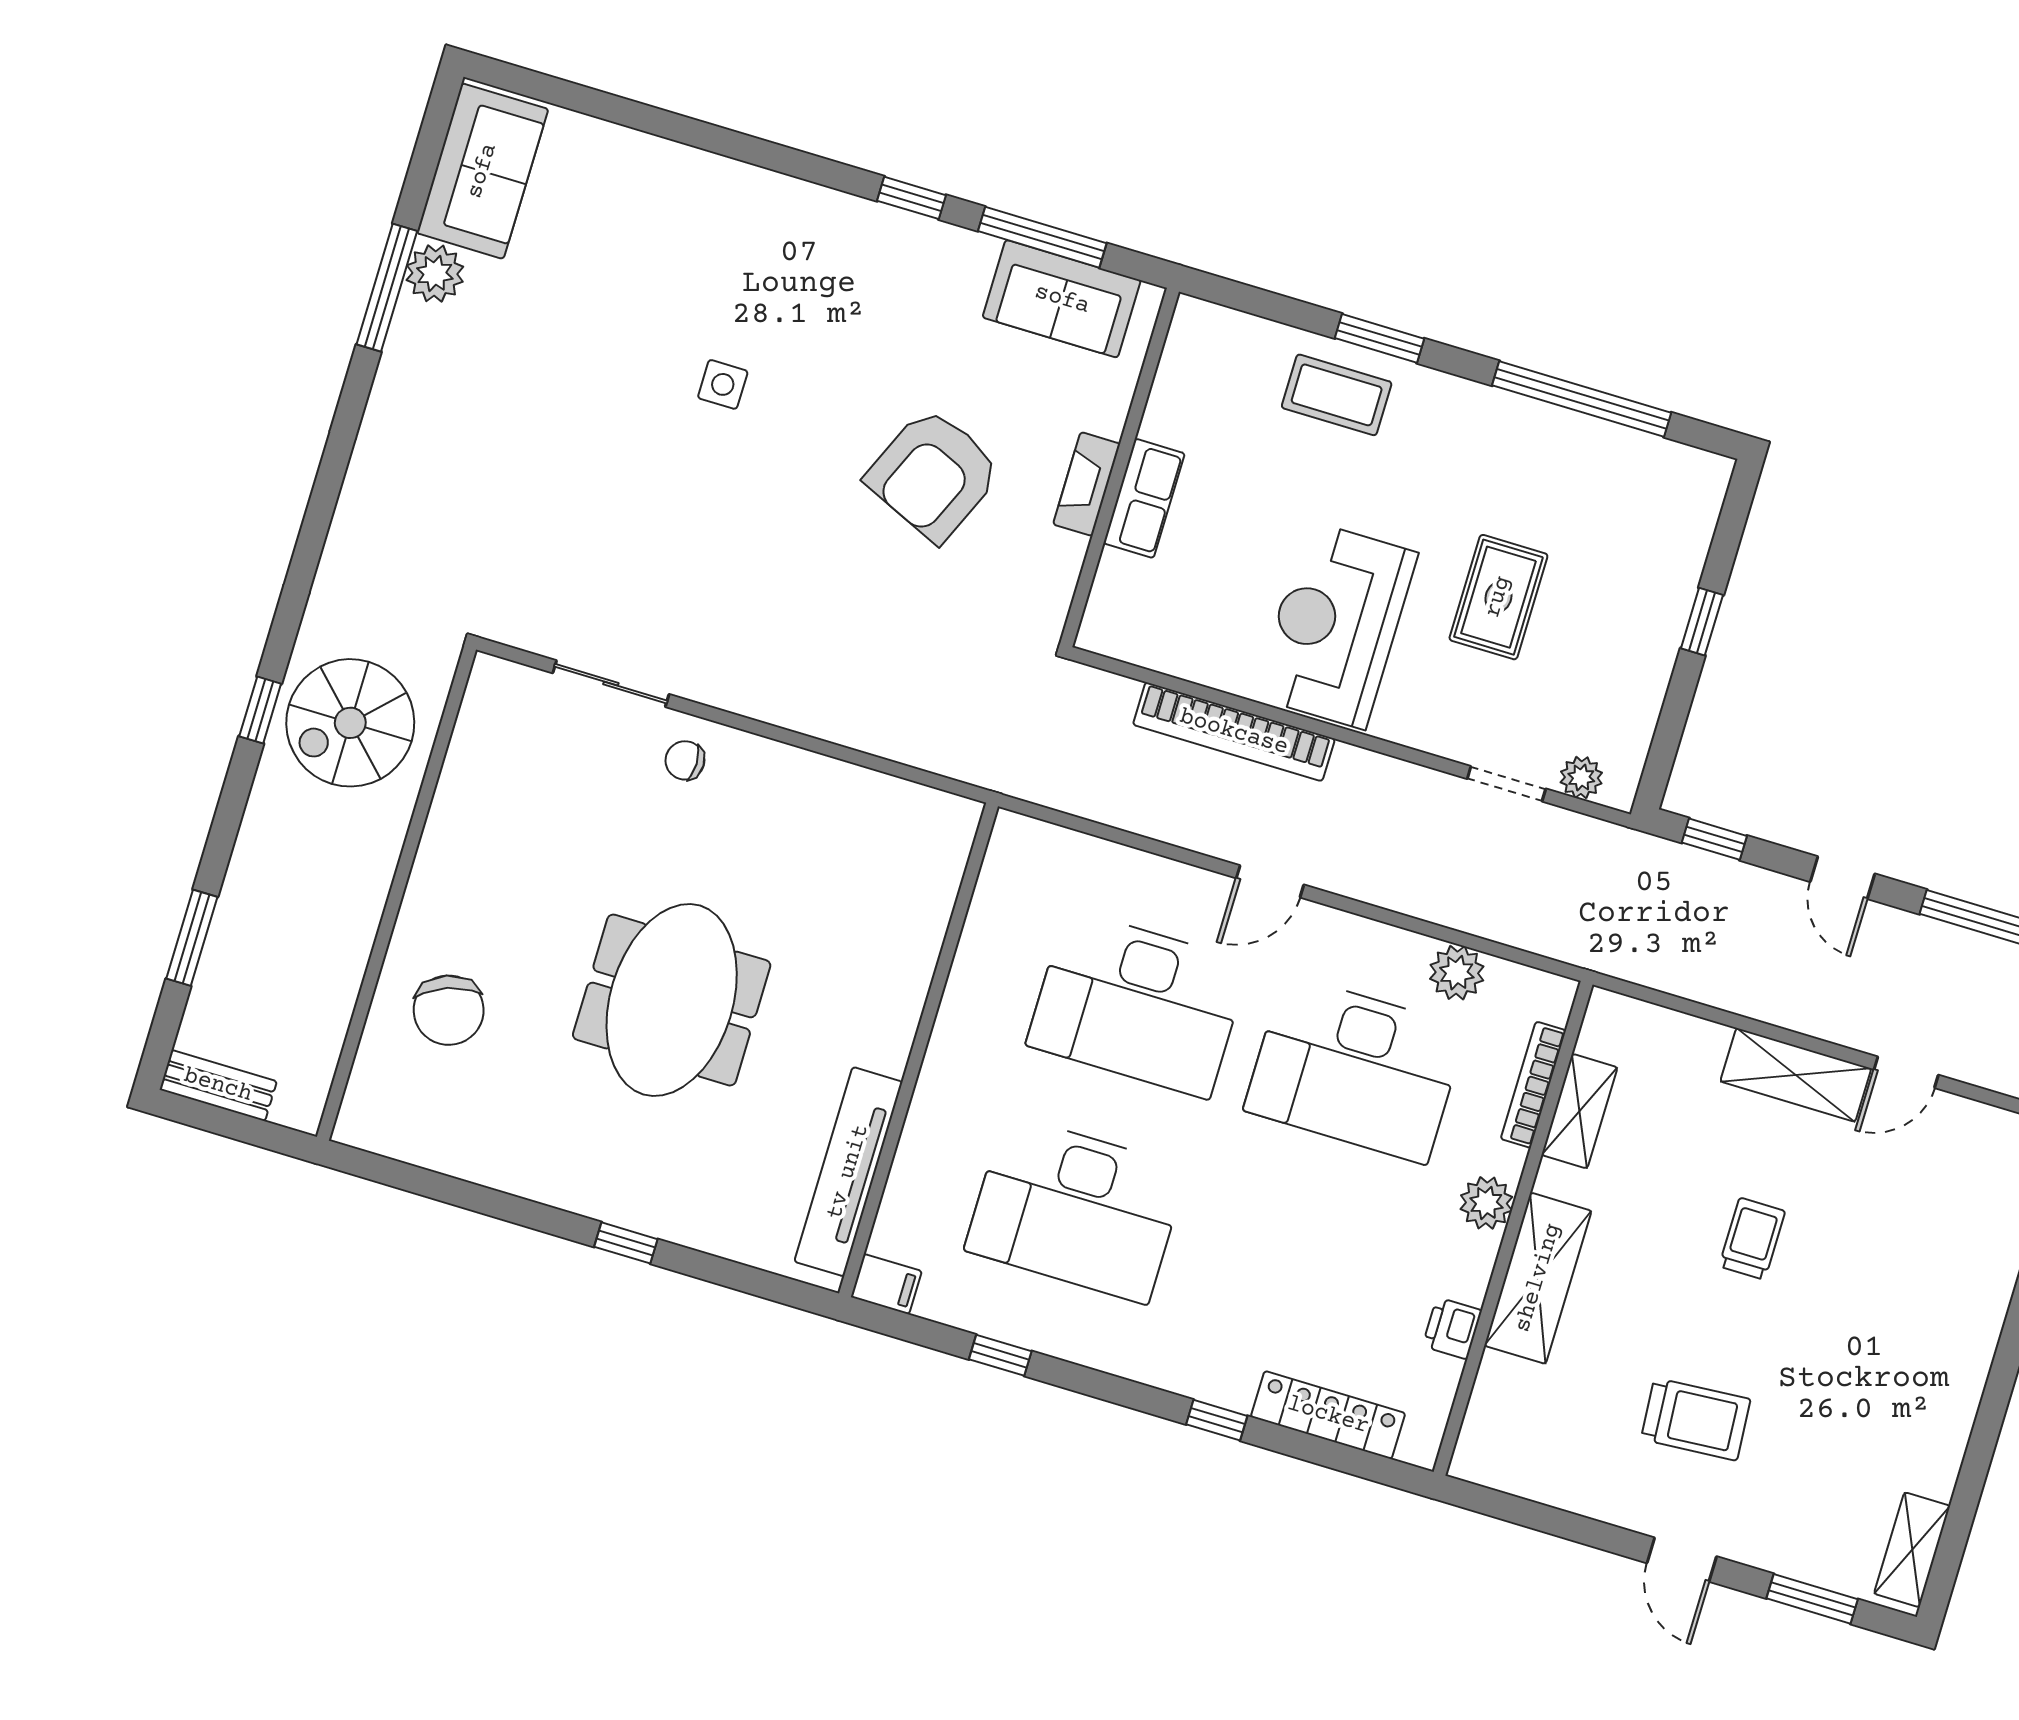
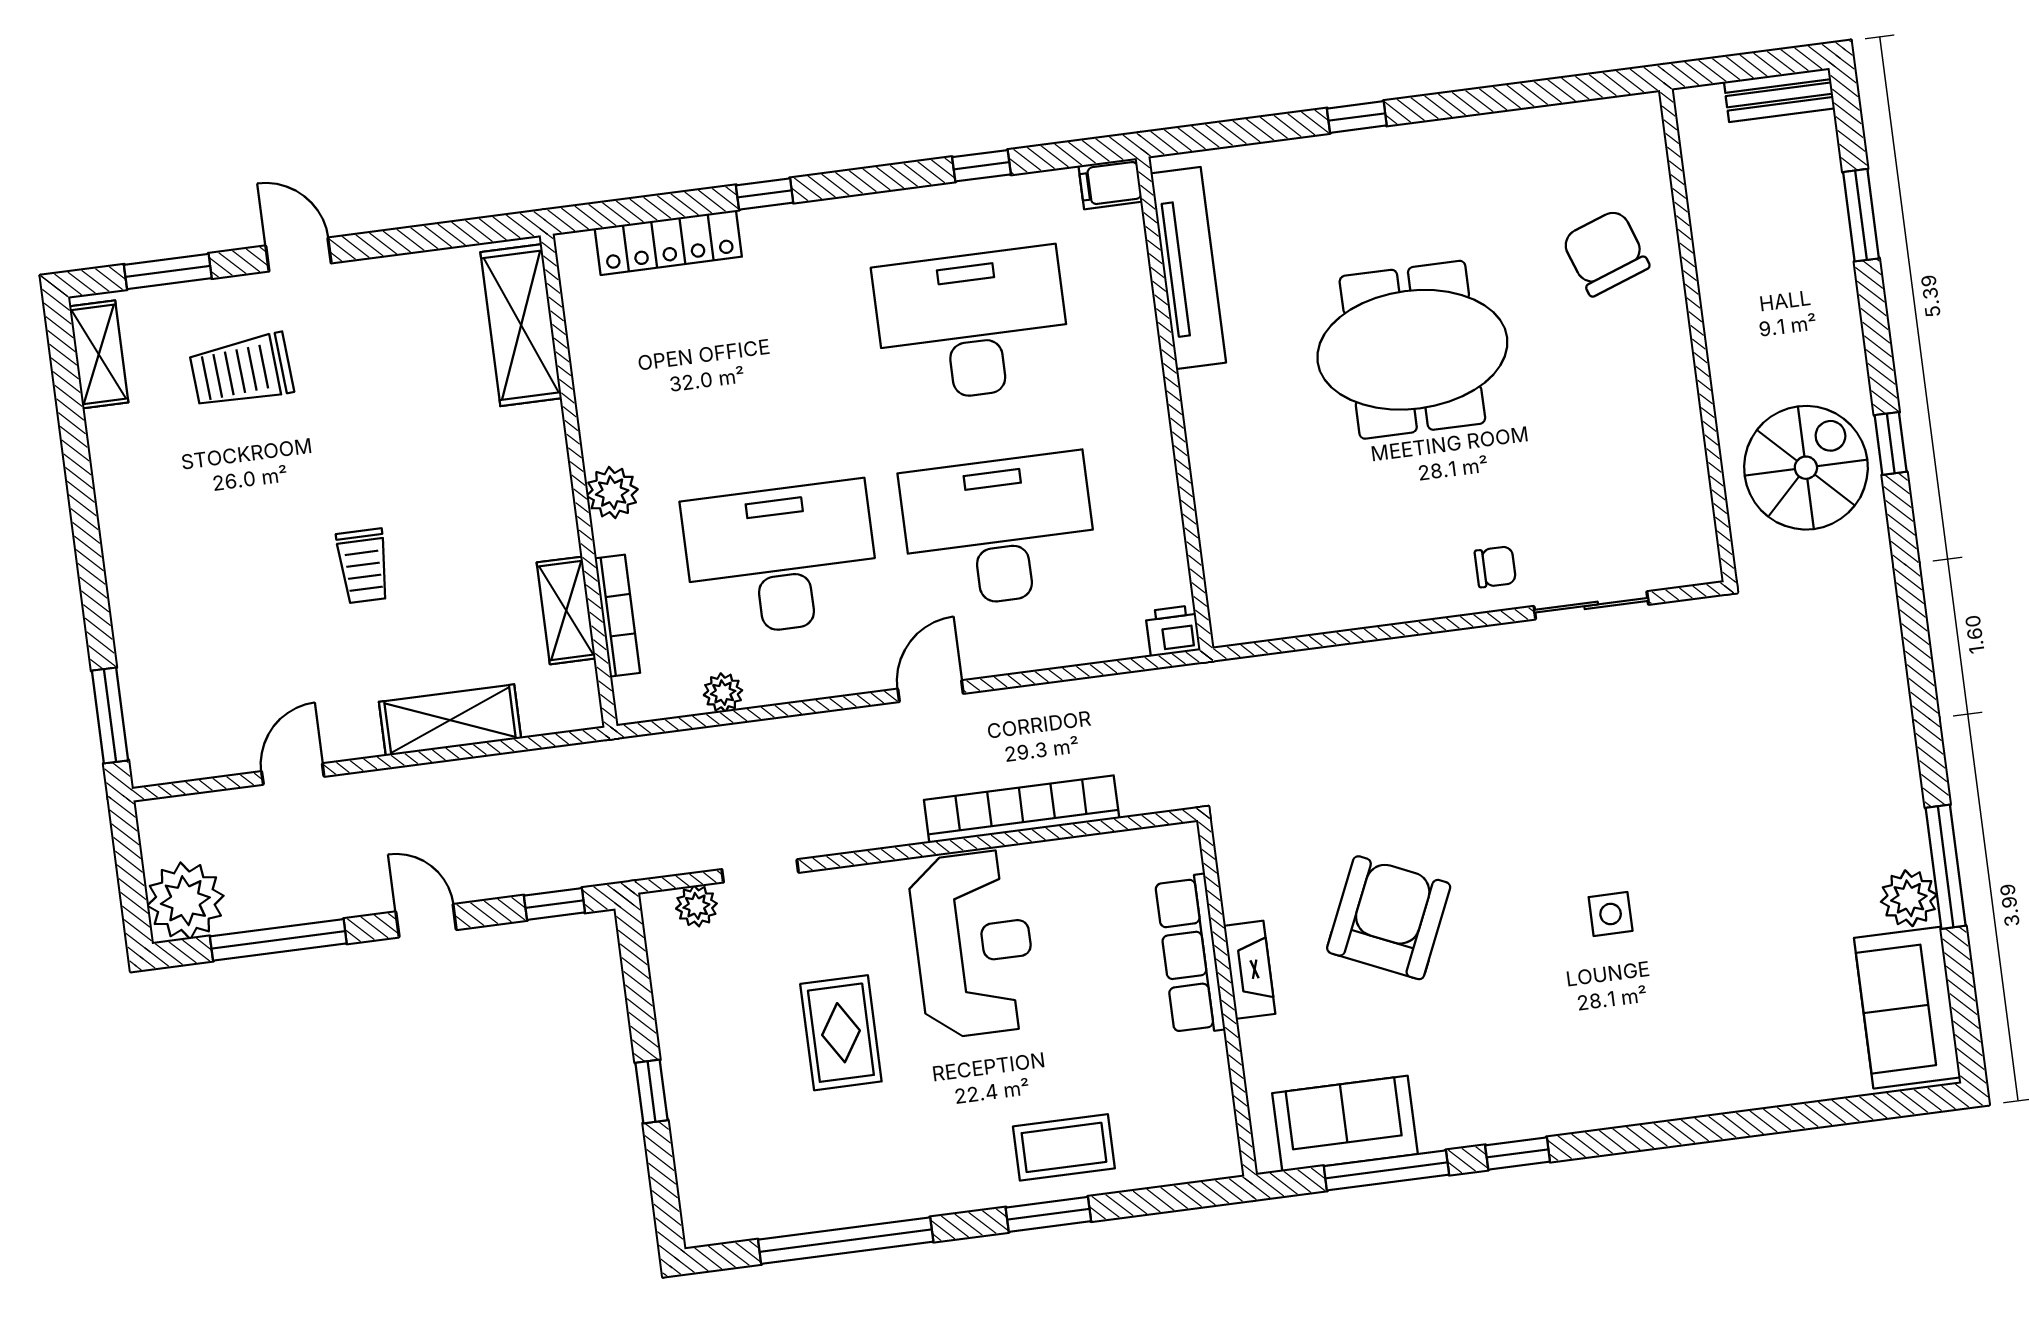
row of seats: (1144, 498) -> (1190, 955), width x1.48
plant: (1457, 973) -> (723, 693), width x0.73, depth x0.73
meeting table: (672, 1000) -> (1412, 350), turned 90
shelving: (1796, 1075) -> (450, 720), moved
shelving: (1538, 1278) -> (521, 325), moved
printer: (1452, 1328) -> (1173, 631), moved, turned -90
trolley: (1696, 1419) -> (241, 371), moved

